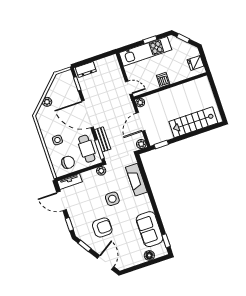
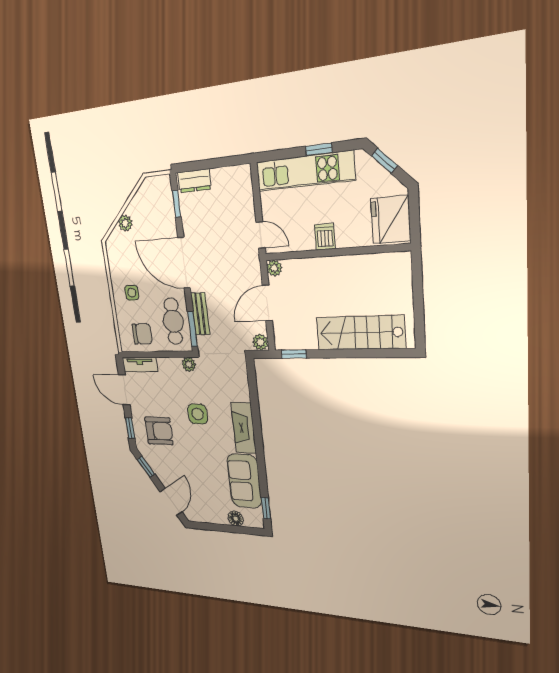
fridge: (196, 63) -> (391, 220), width x1.88, depth x1.34
fireplace: (136, 180) -> (244, 428), moved
armchair: (102, 228) -> (159, 431), moved

